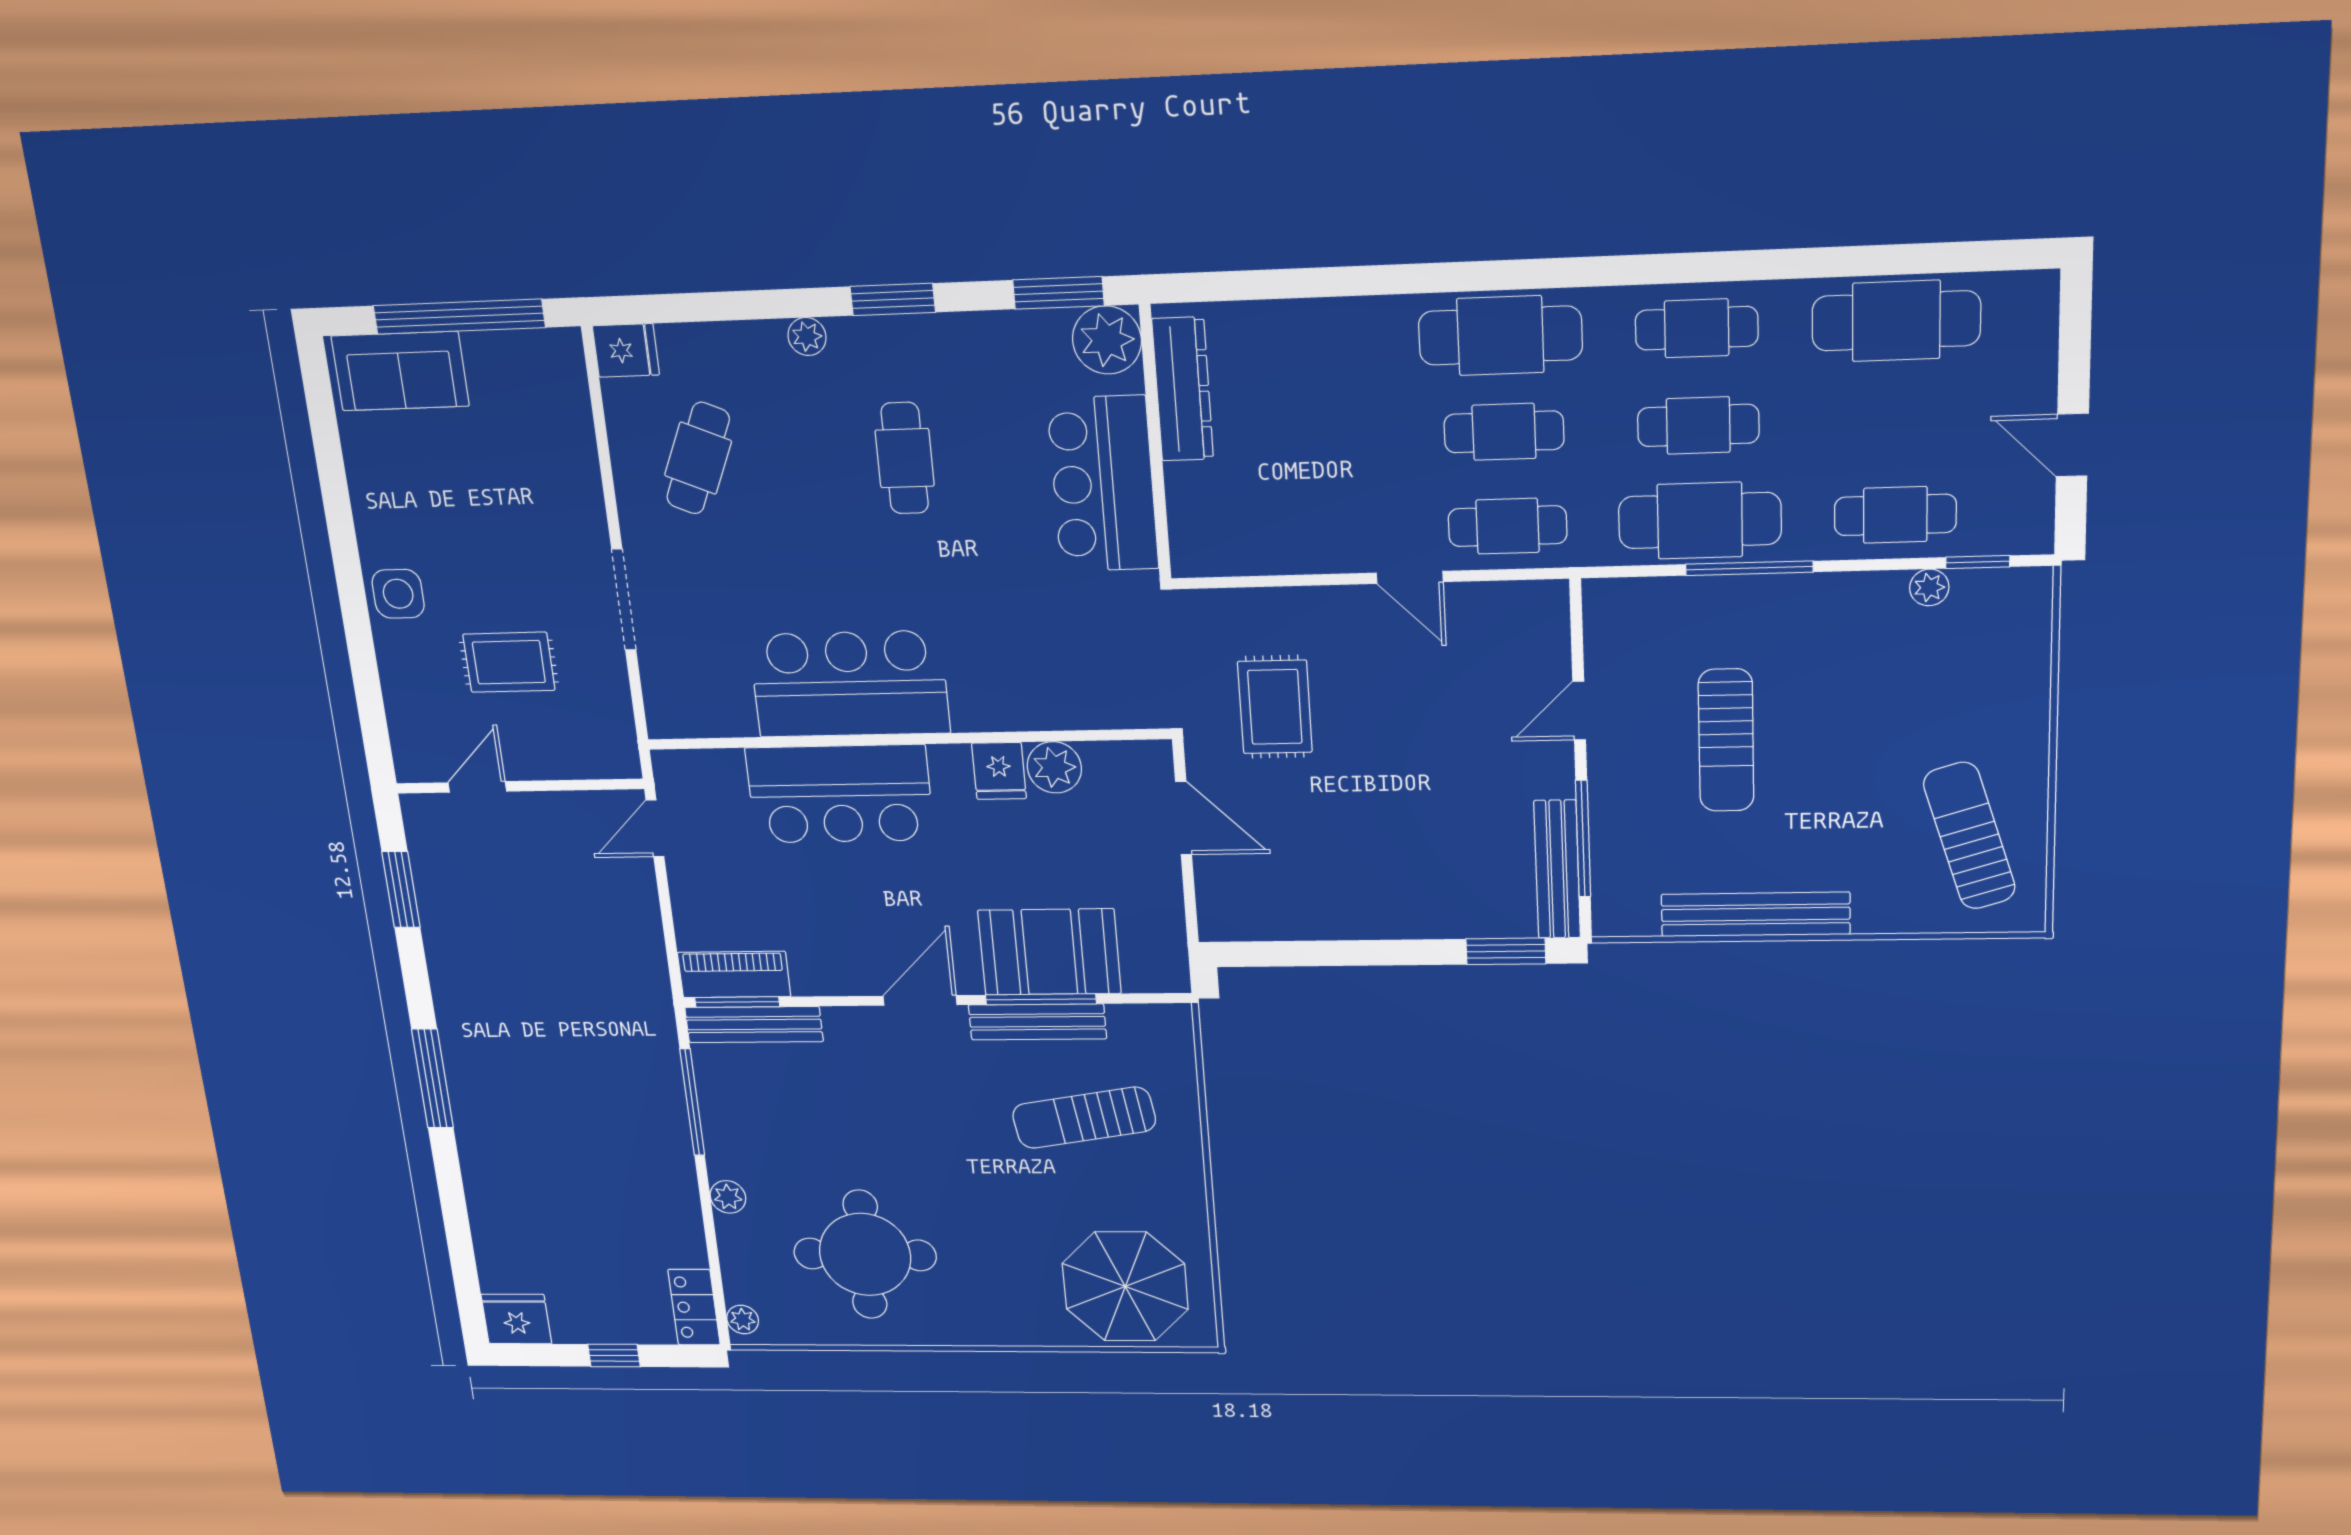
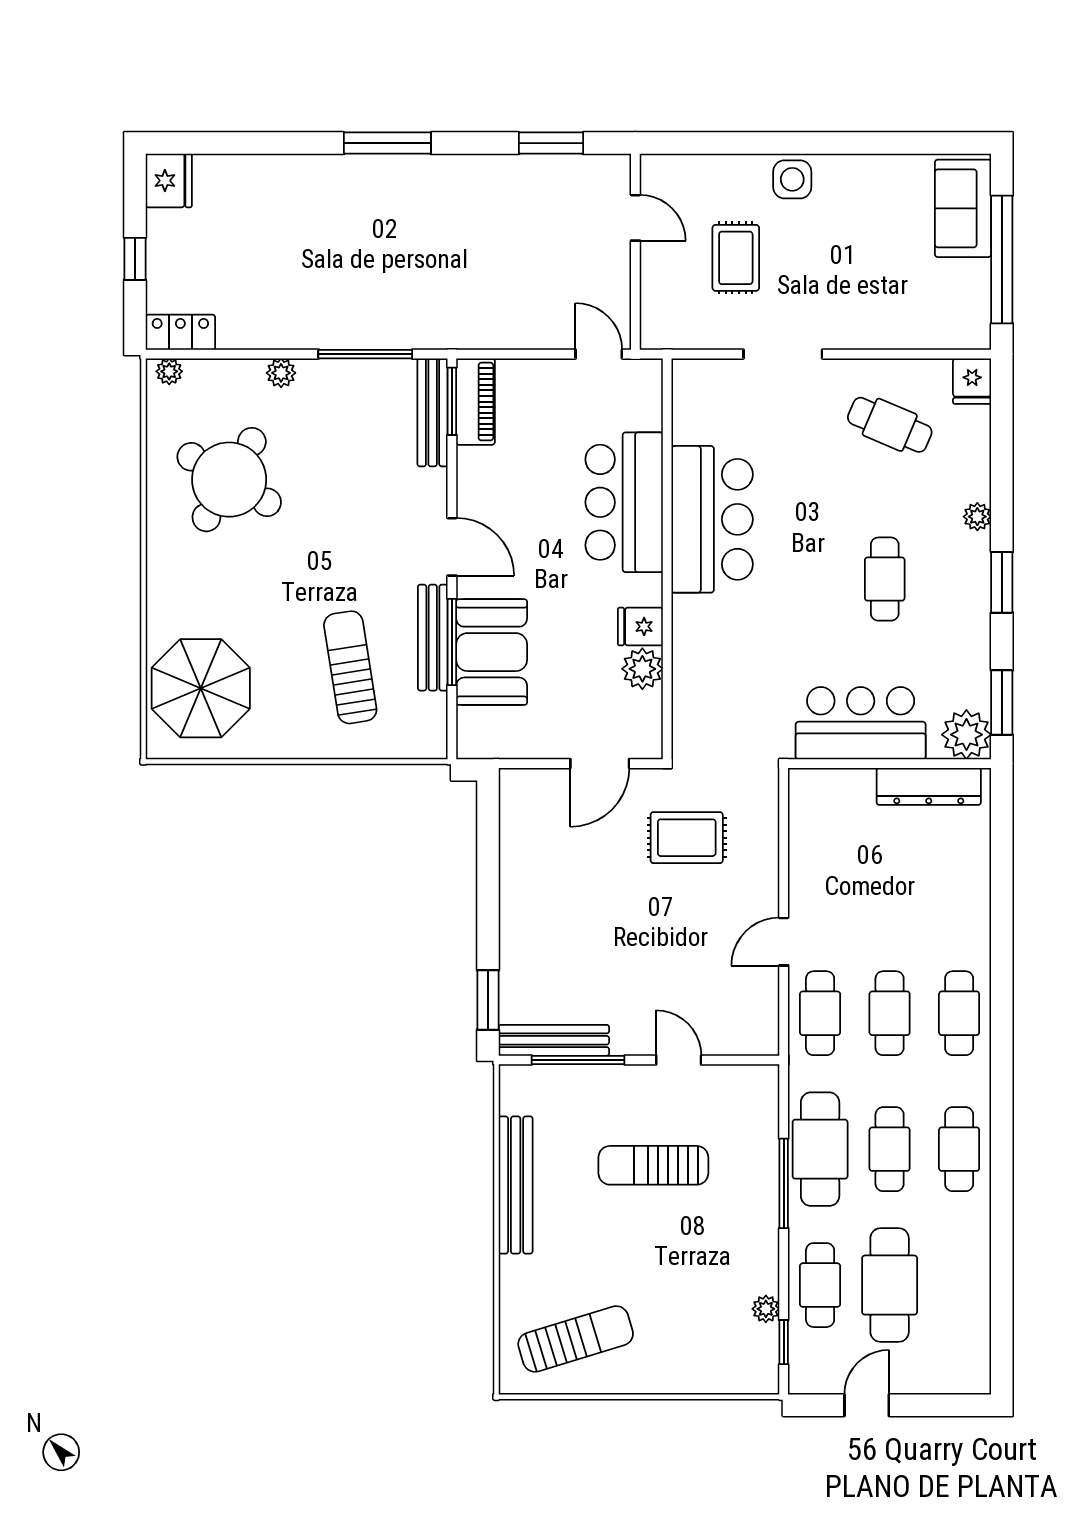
cafe table: (1896, 321) -> (890, 1285), moved
cafe table: (1500, 336) -> (959, 1013), width x0.73, depth x0.74
cafe table: (905, 458) -> (885, 579), turned 90
round table: (865, 1254) -> (229, 480), turned 30

